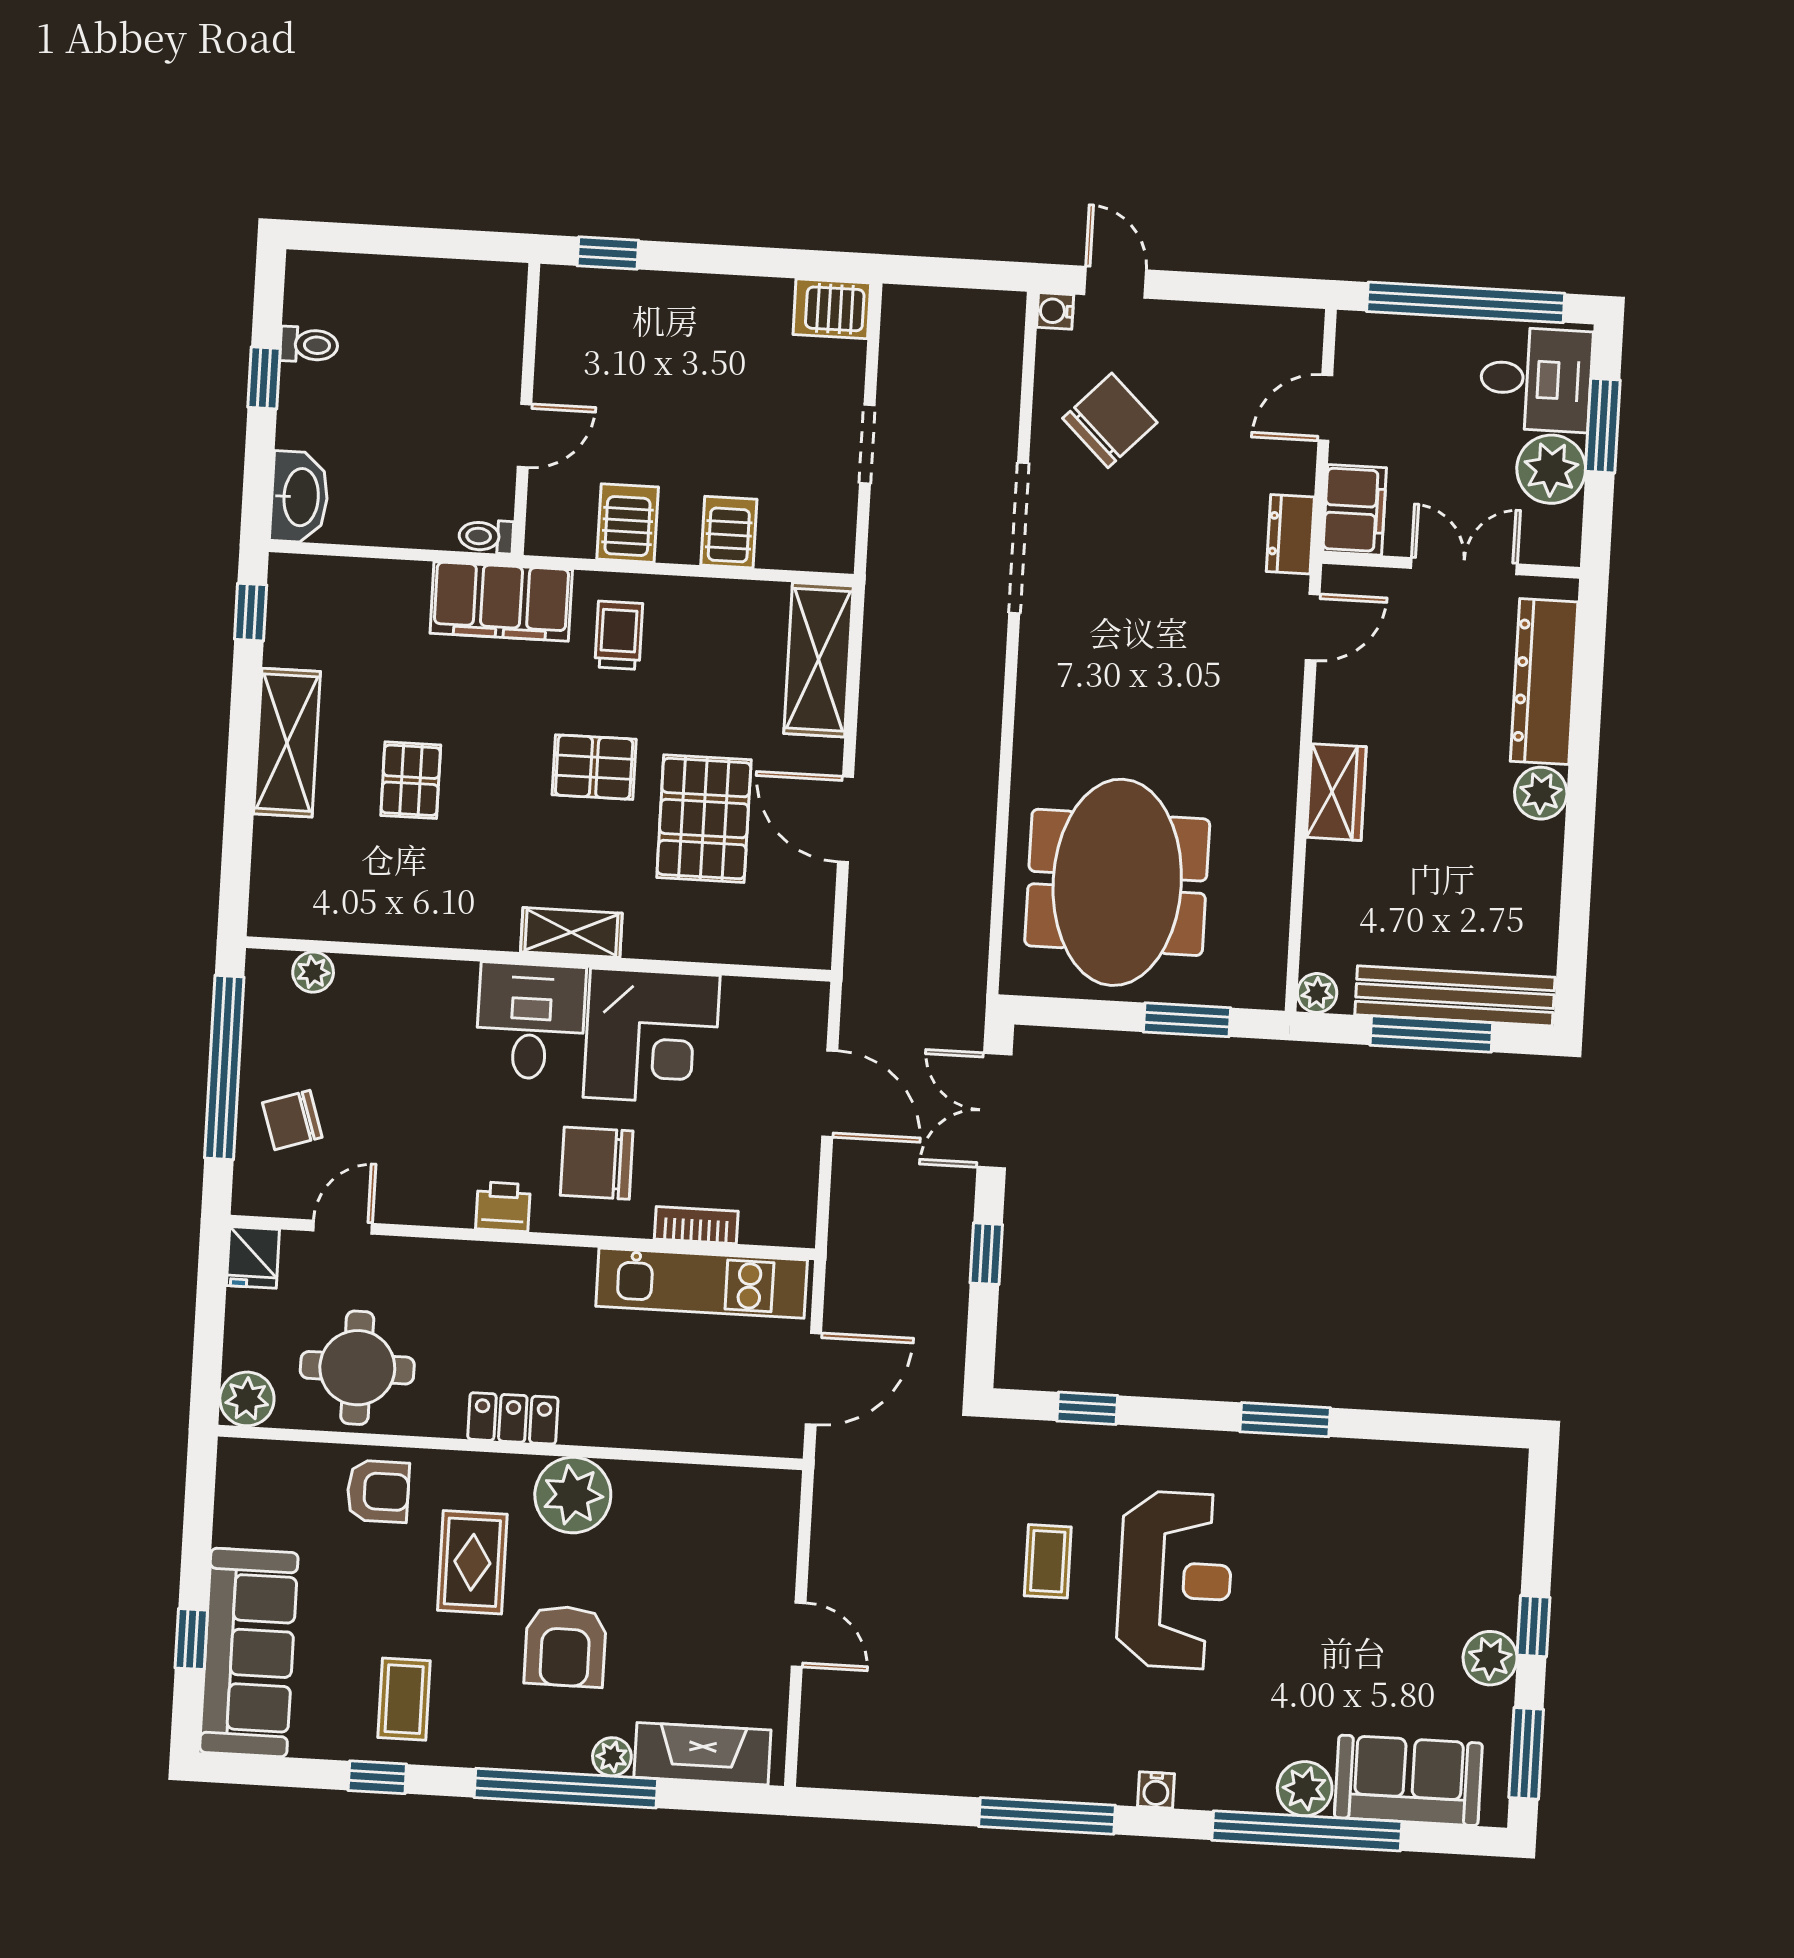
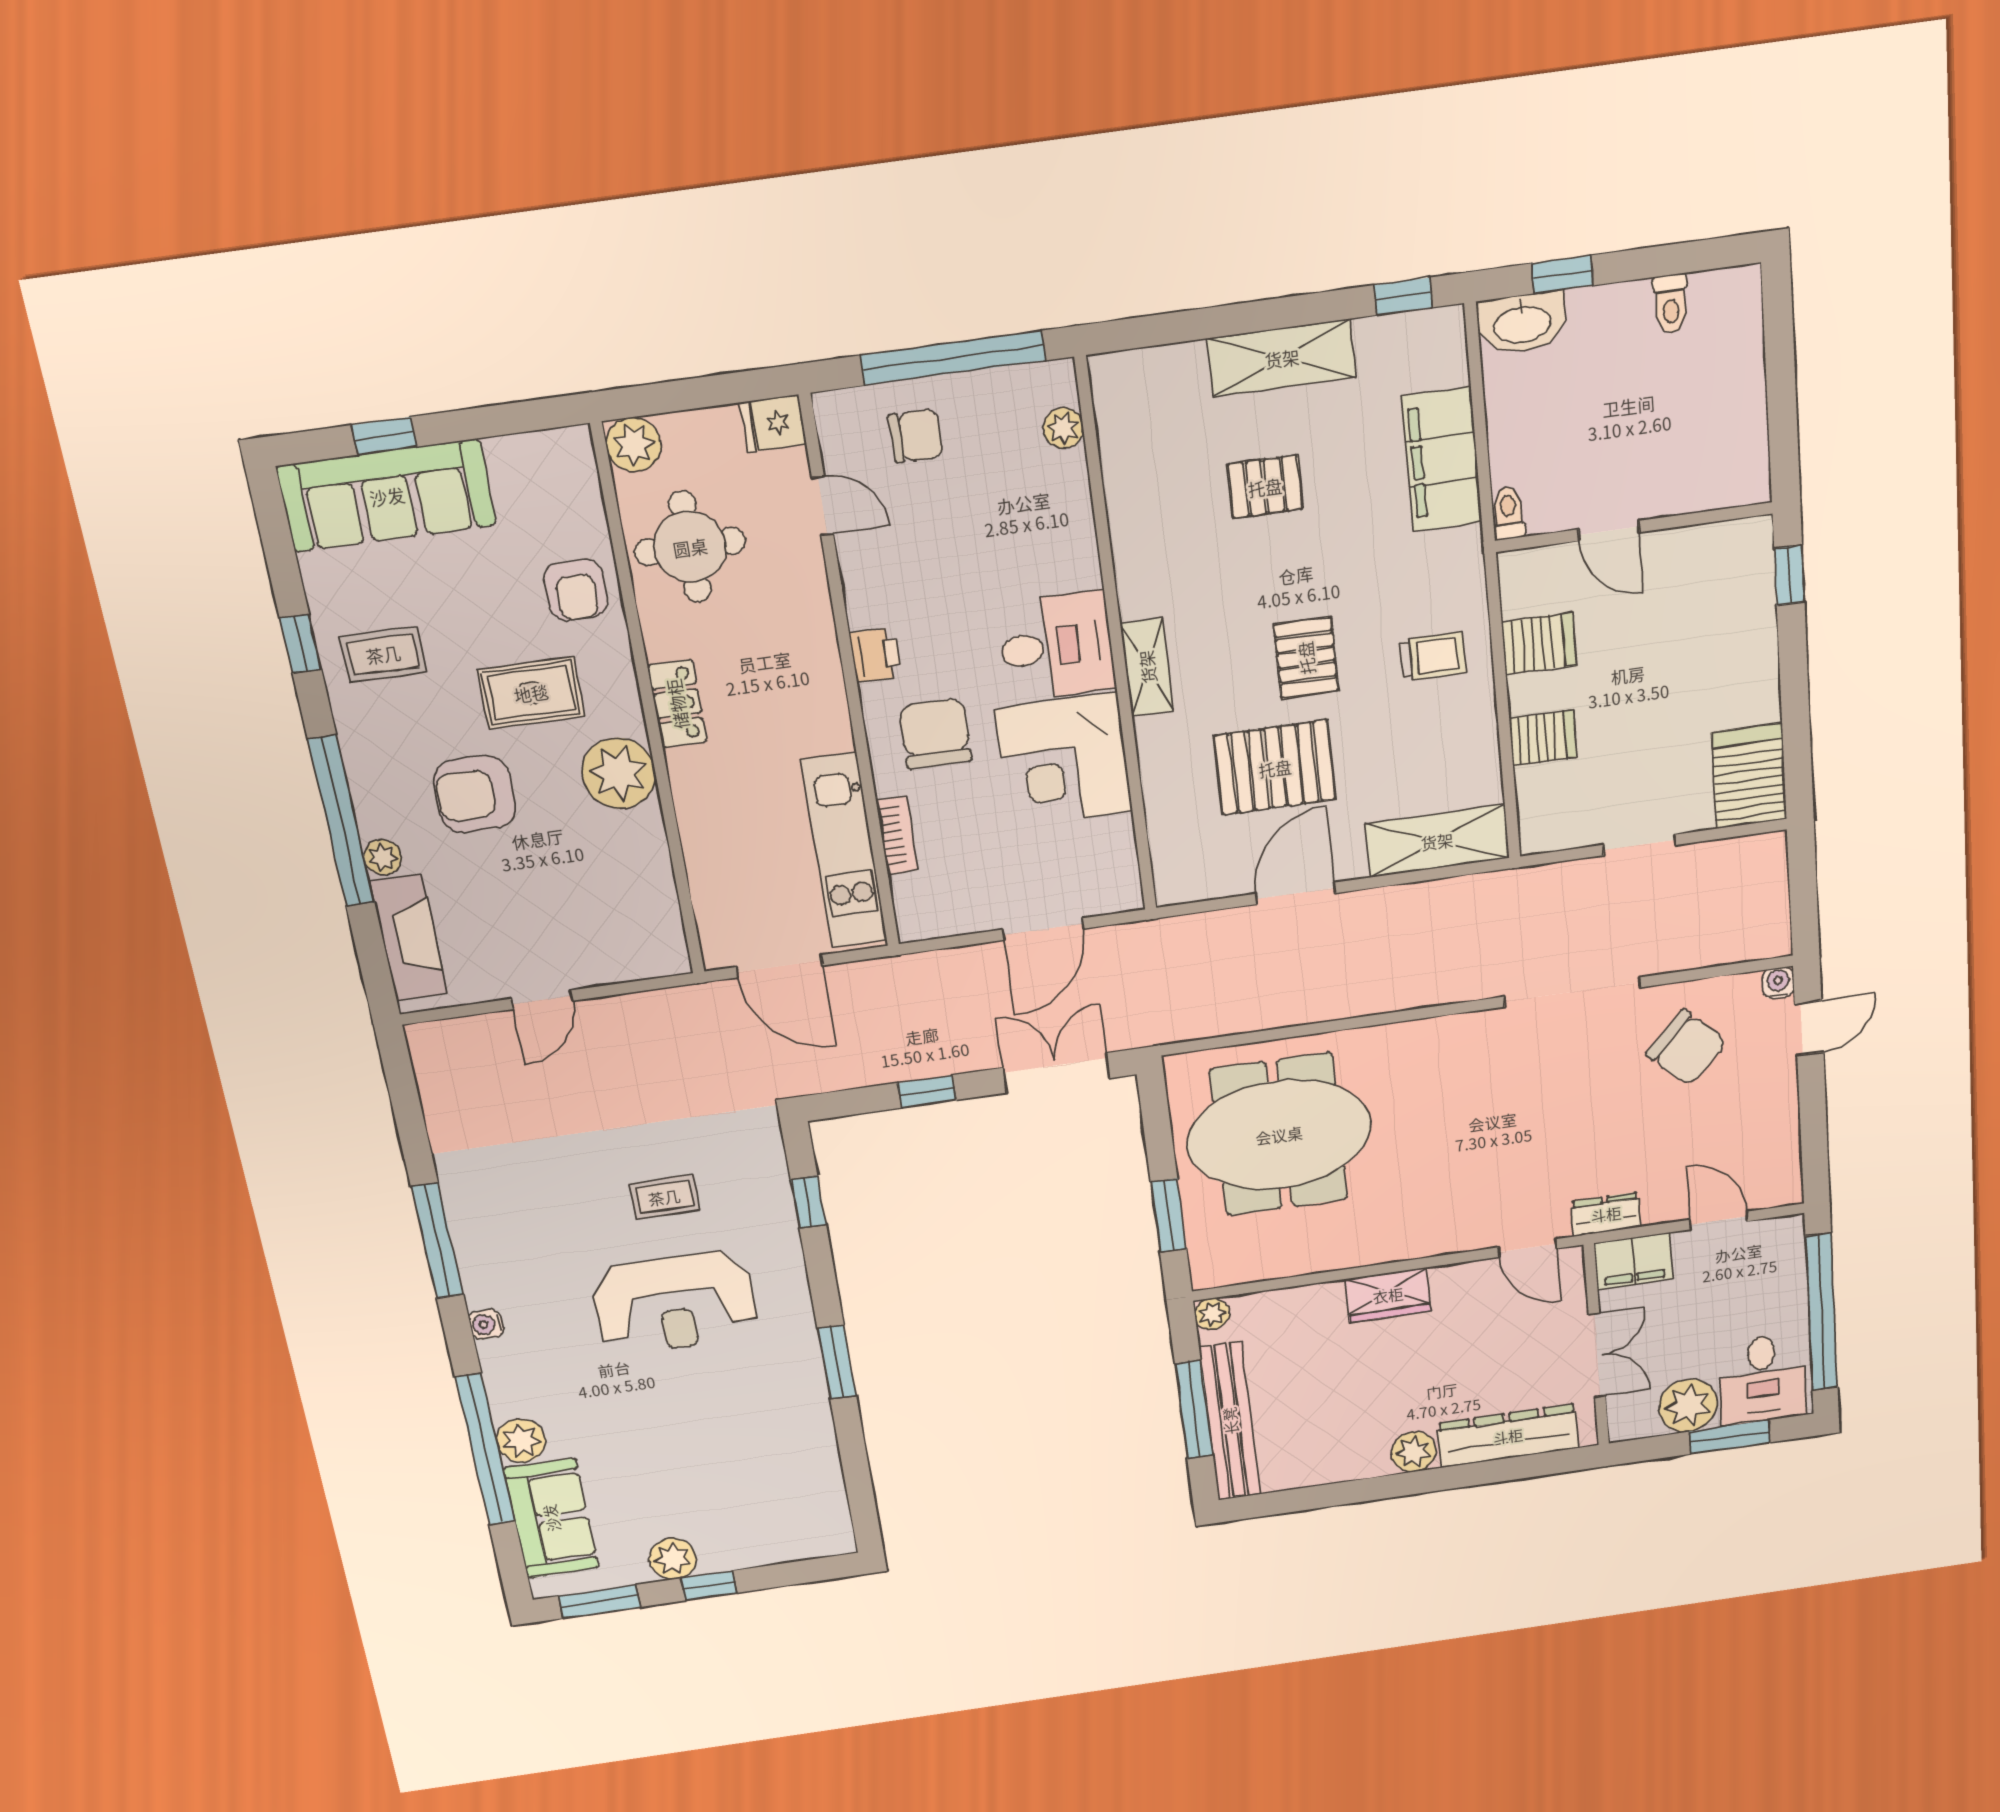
server rack: (832, 309) -> (1749, 776), width x1.36, depth x1.44
window: (264, 378) -> (1563, 274), moved
filing cabinet: (501, 601) -> (1442, 460), moved
chair: (292, 1120) -> (916, 436), turned 108

